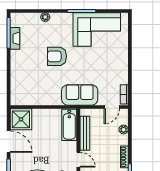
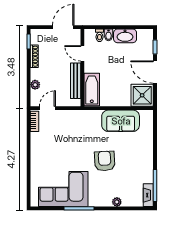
fireplace: (15, 38) -> (148, 195), moved
armchair: (57, 56) -> (105, 161), turned -93
sofa: (80, 95) -> (121, 121), moved

